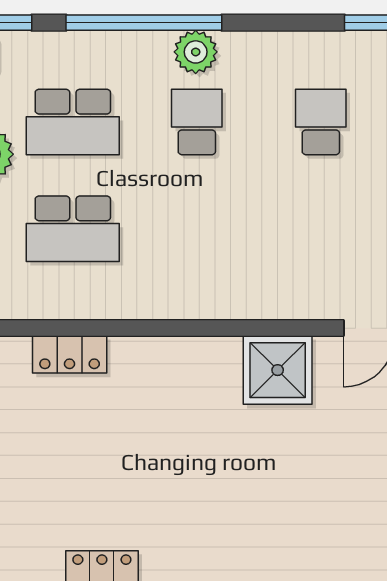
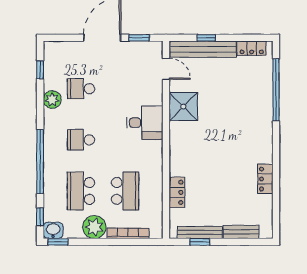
plant: (196, 52) -> (52, 100), moved
school desk: (73, 122) -> (81, 191), turned 180
desk: (239, 276) -> (145, 123), added

